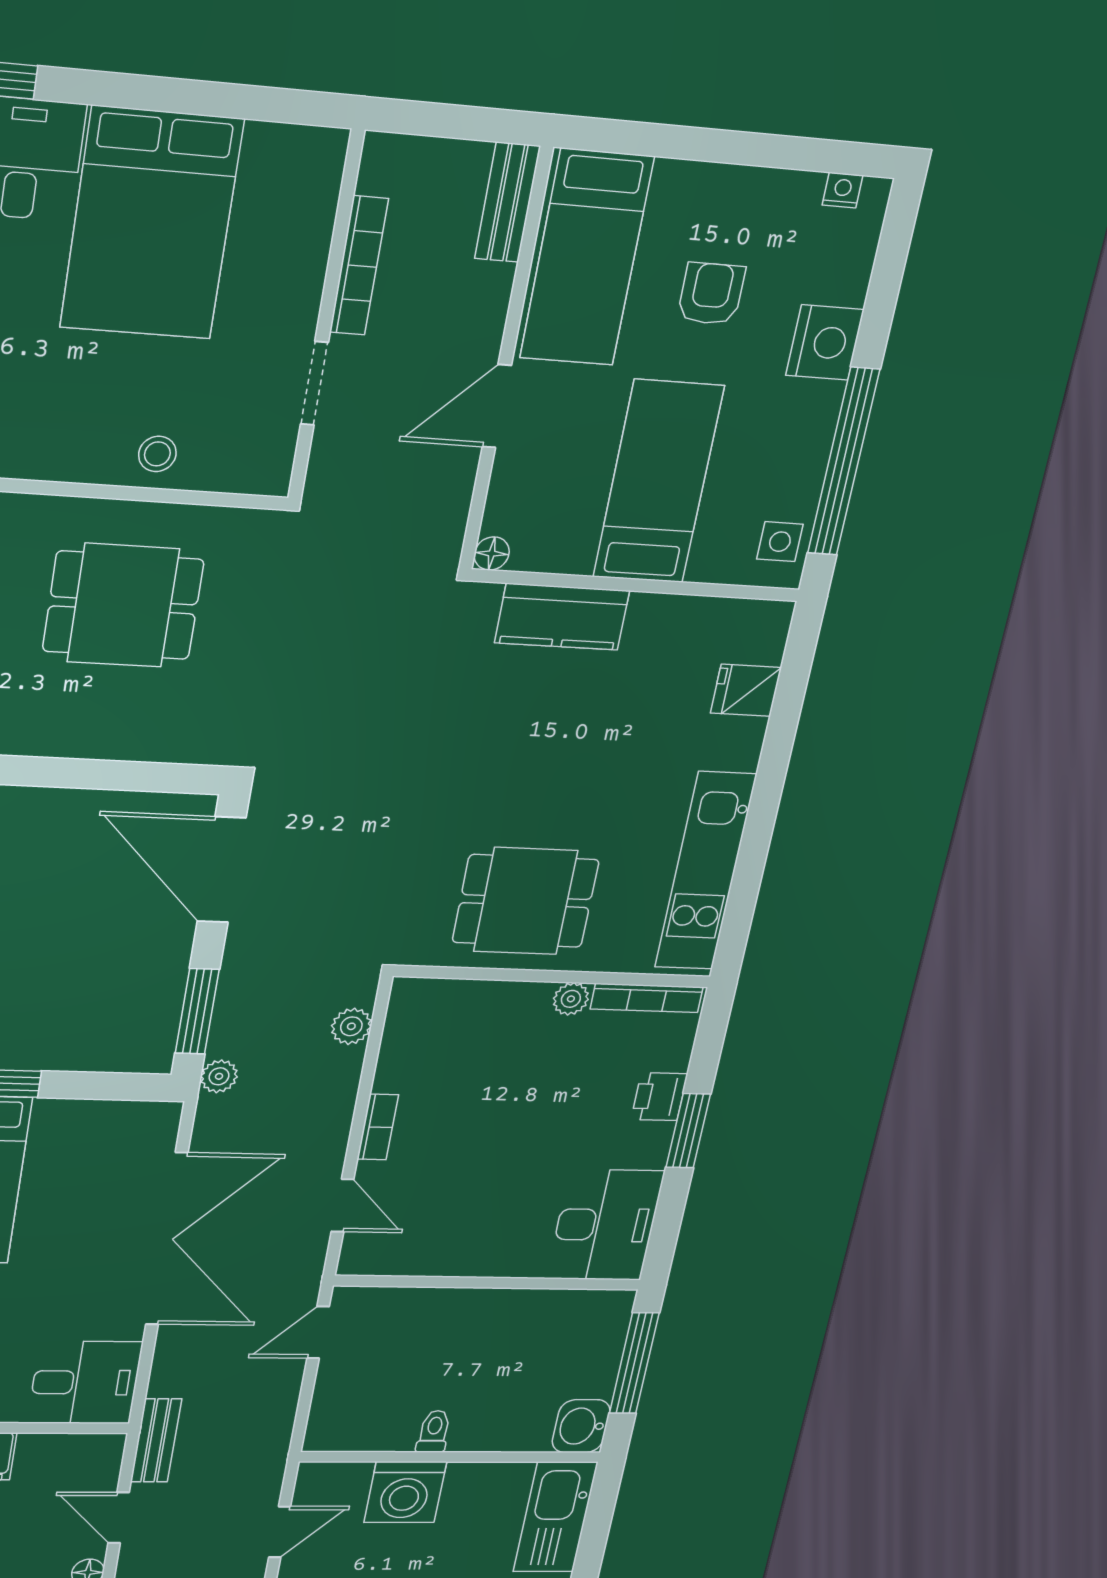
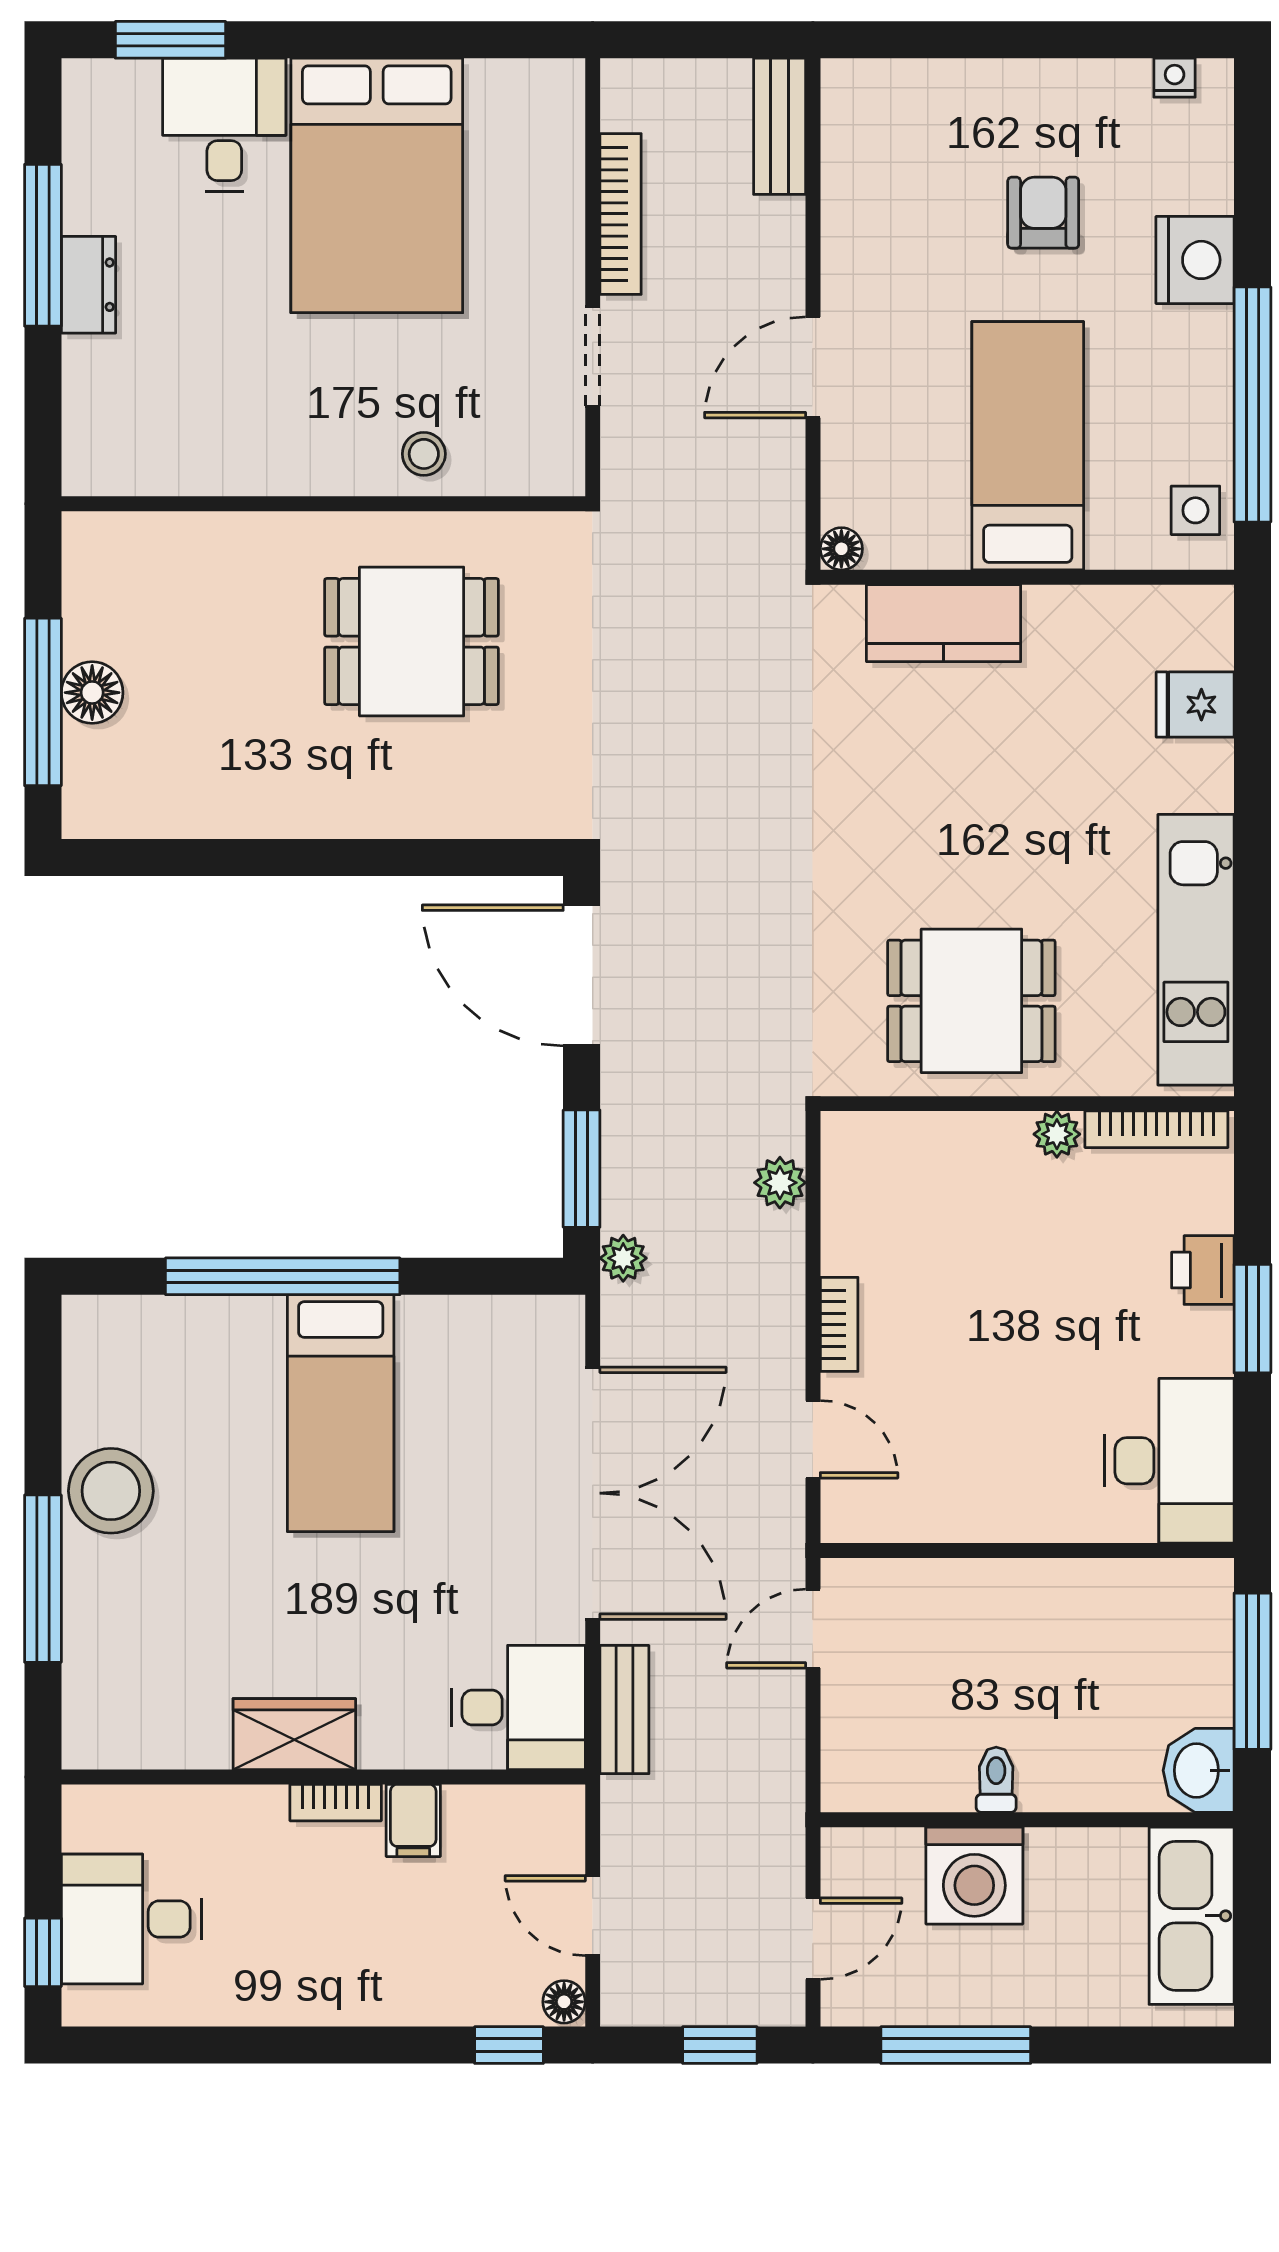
bed: (587, 258) -> (885, 183), removed
bench: (156, 1440) -> (624, 1710), moved

